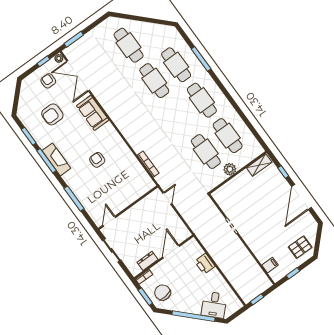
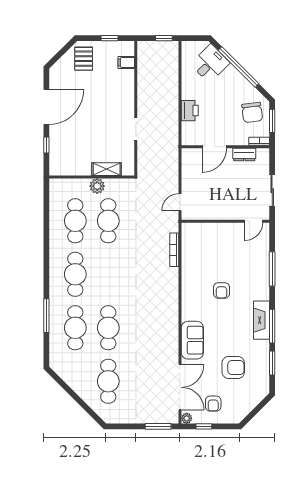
shelving: (259, 165) -> (107, 169), moved
pallet: (300, 247) -> (84, 59), turned 90

